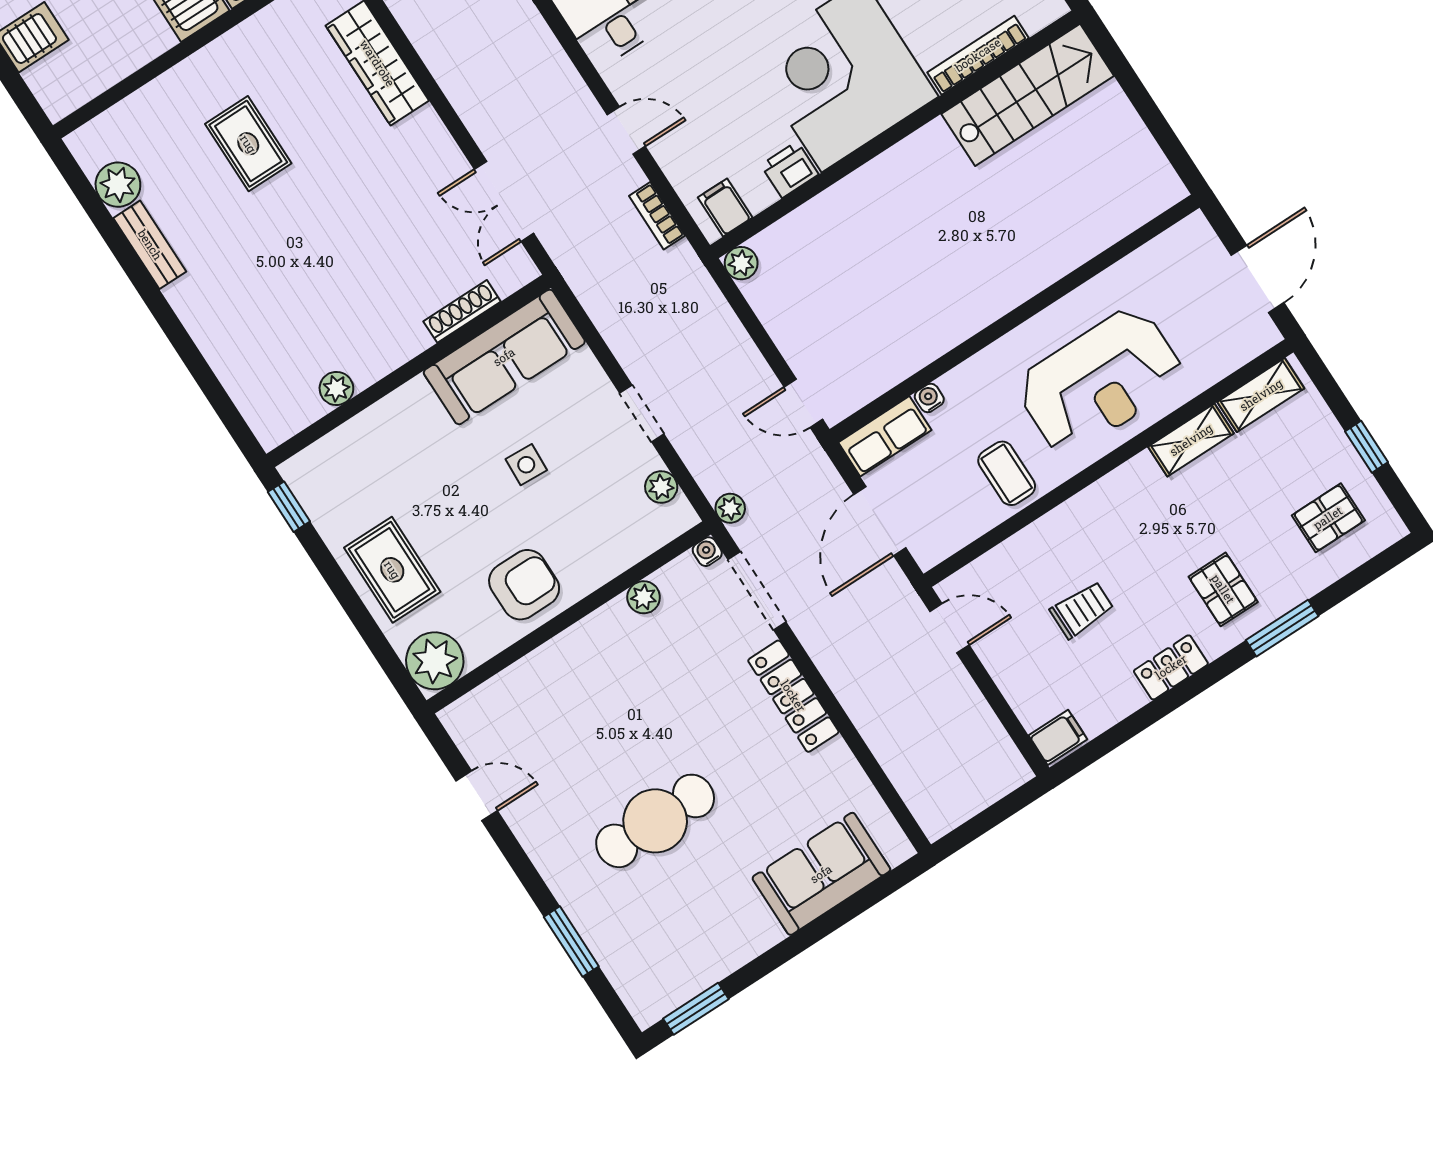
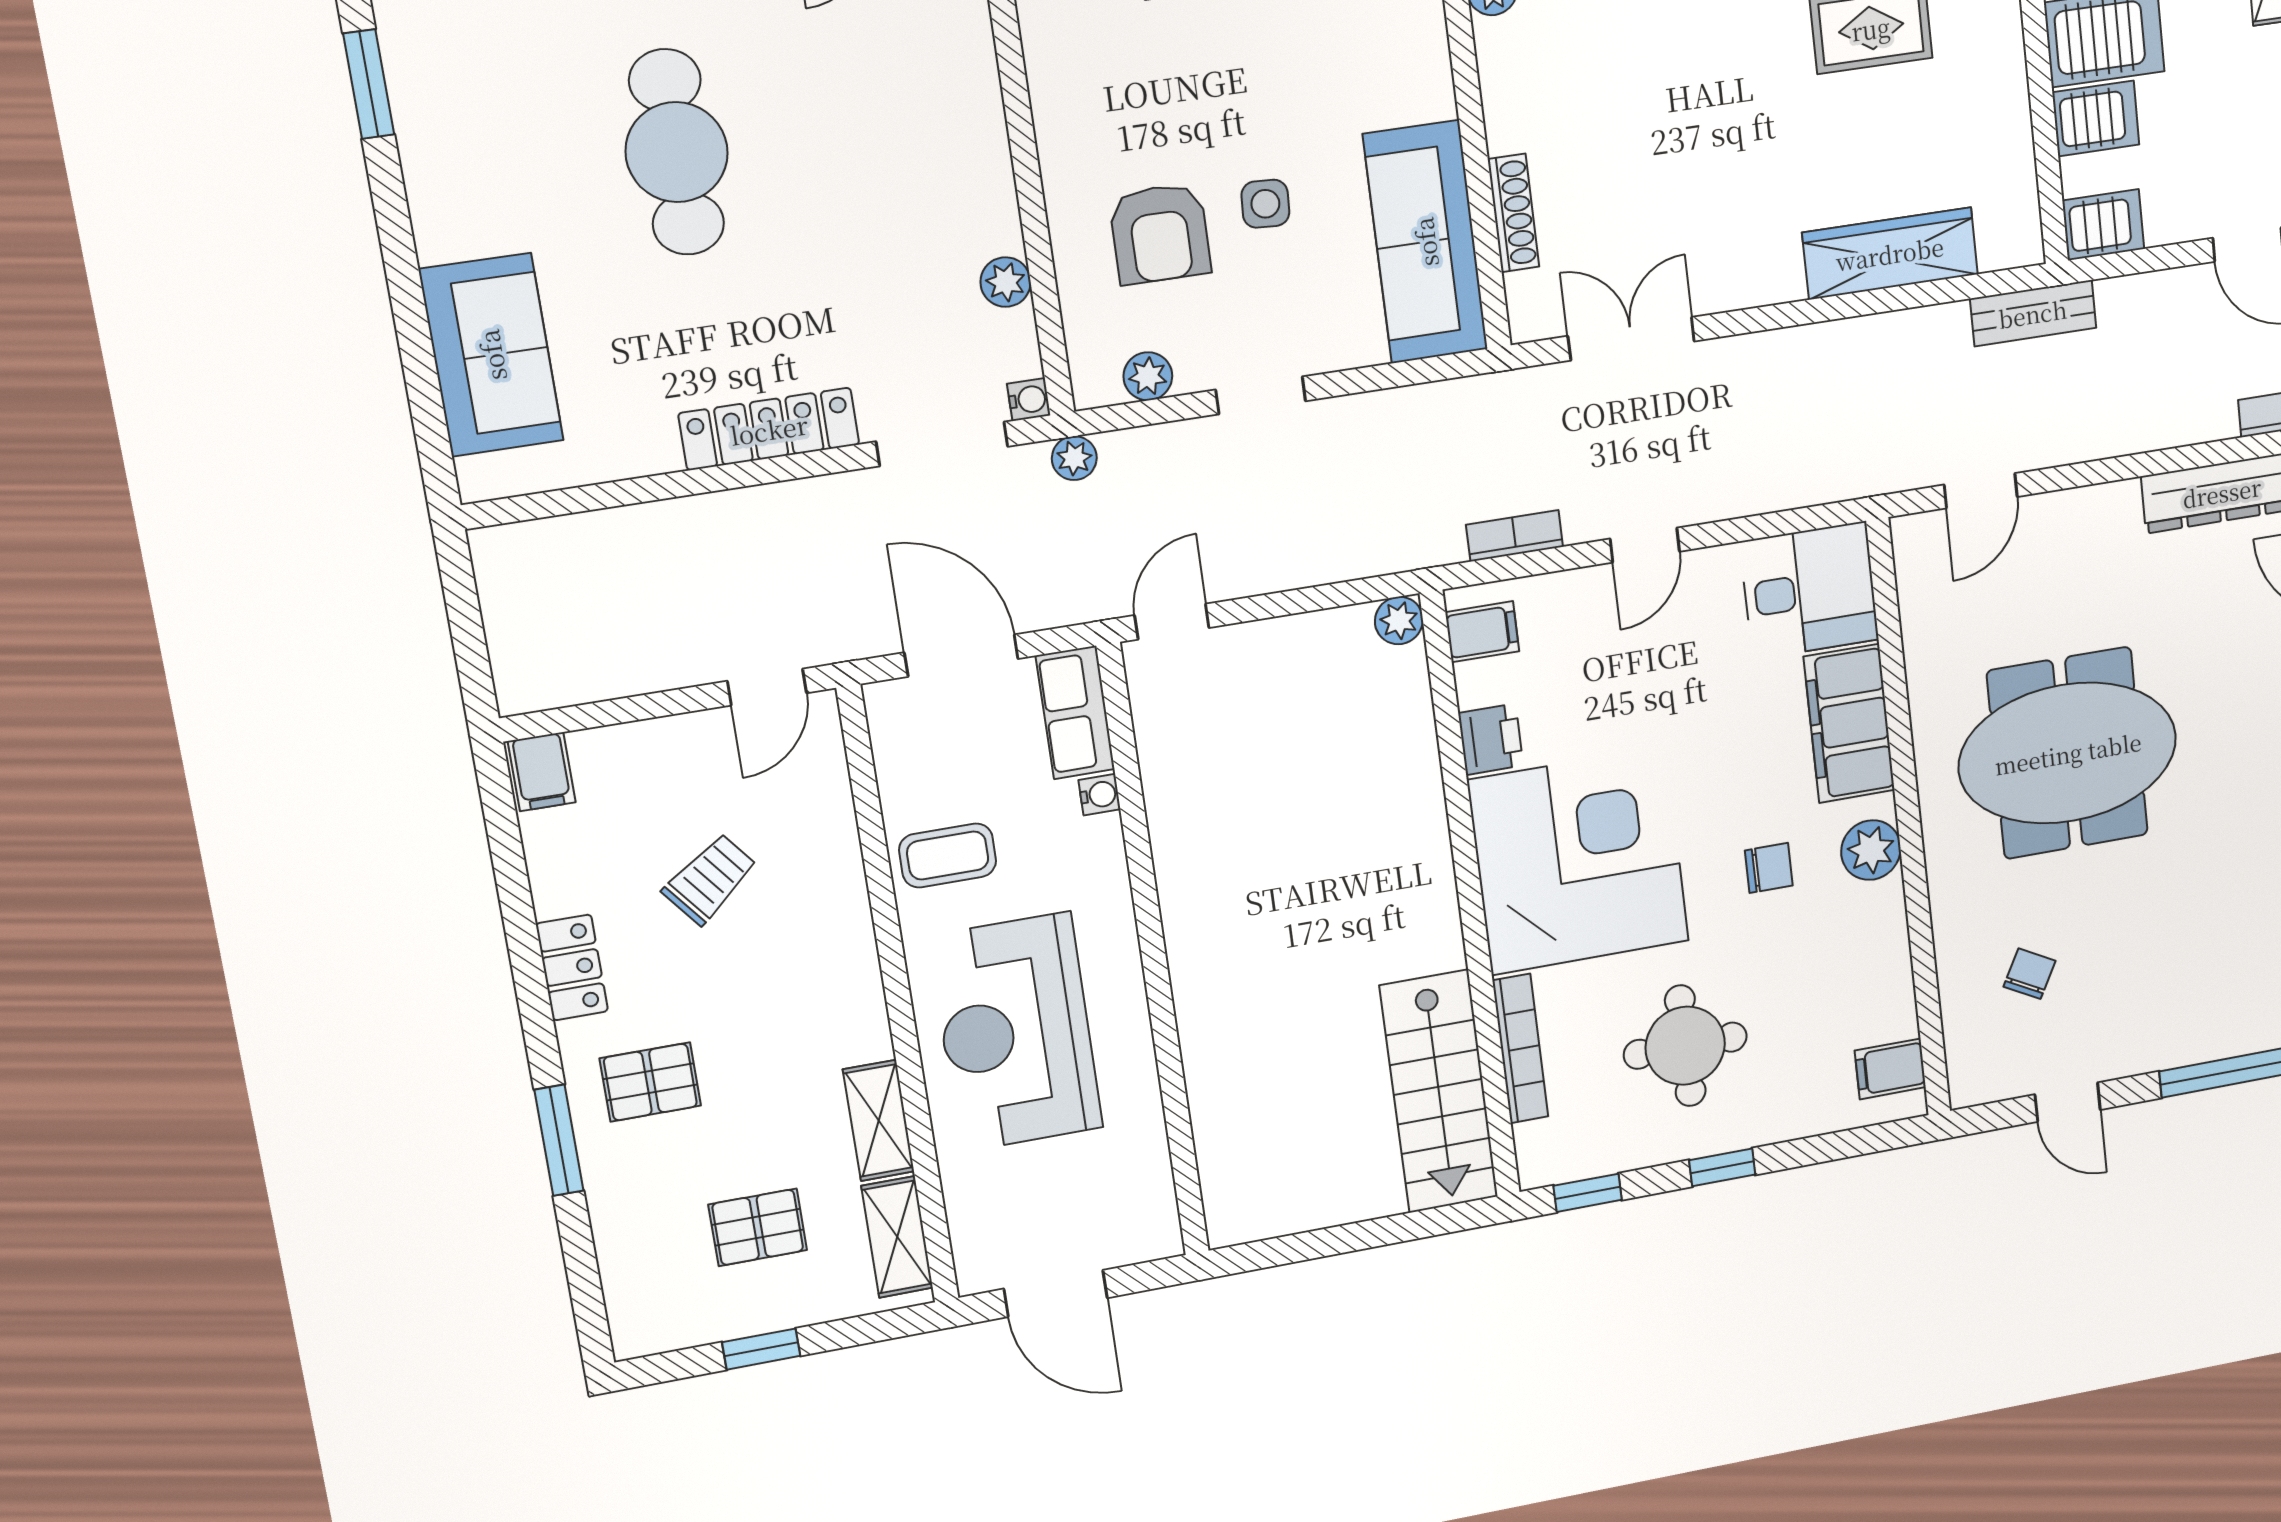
pallet: (1328, 518) -> (758, 1227), moved, turned 90
armchair: (524, 585) -> (1160, 234), moved
trolley: (1082, 610) -> (710, 879), turned -128

